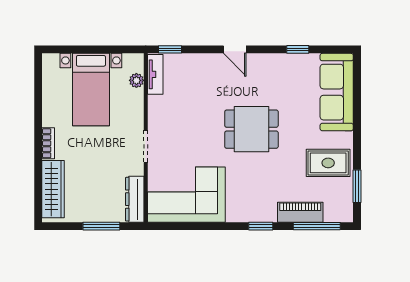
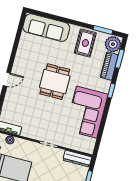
window: (298, 49) -> (16, 43), removed
corner sofa: (186, 195) -> (87, 112), moved
plant: (338, 209) -> (113, 44), added
window: (317, 226) -> (120, 59), width x0.69

